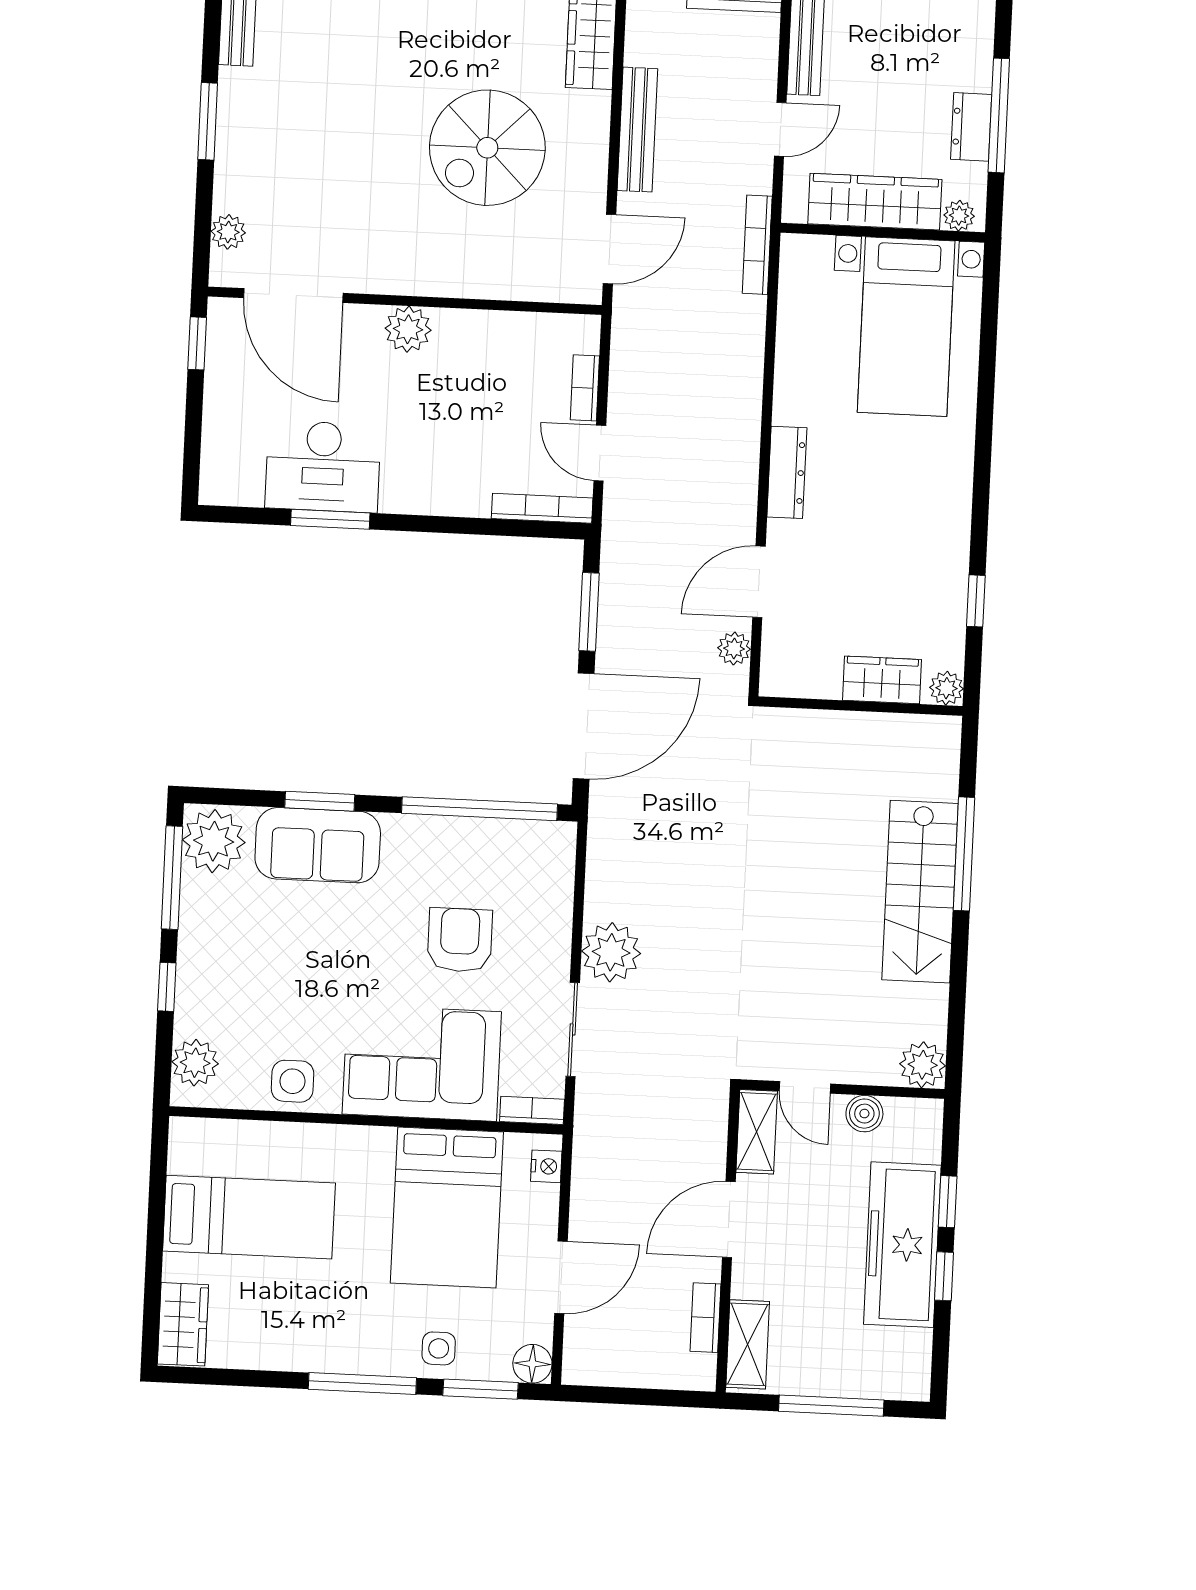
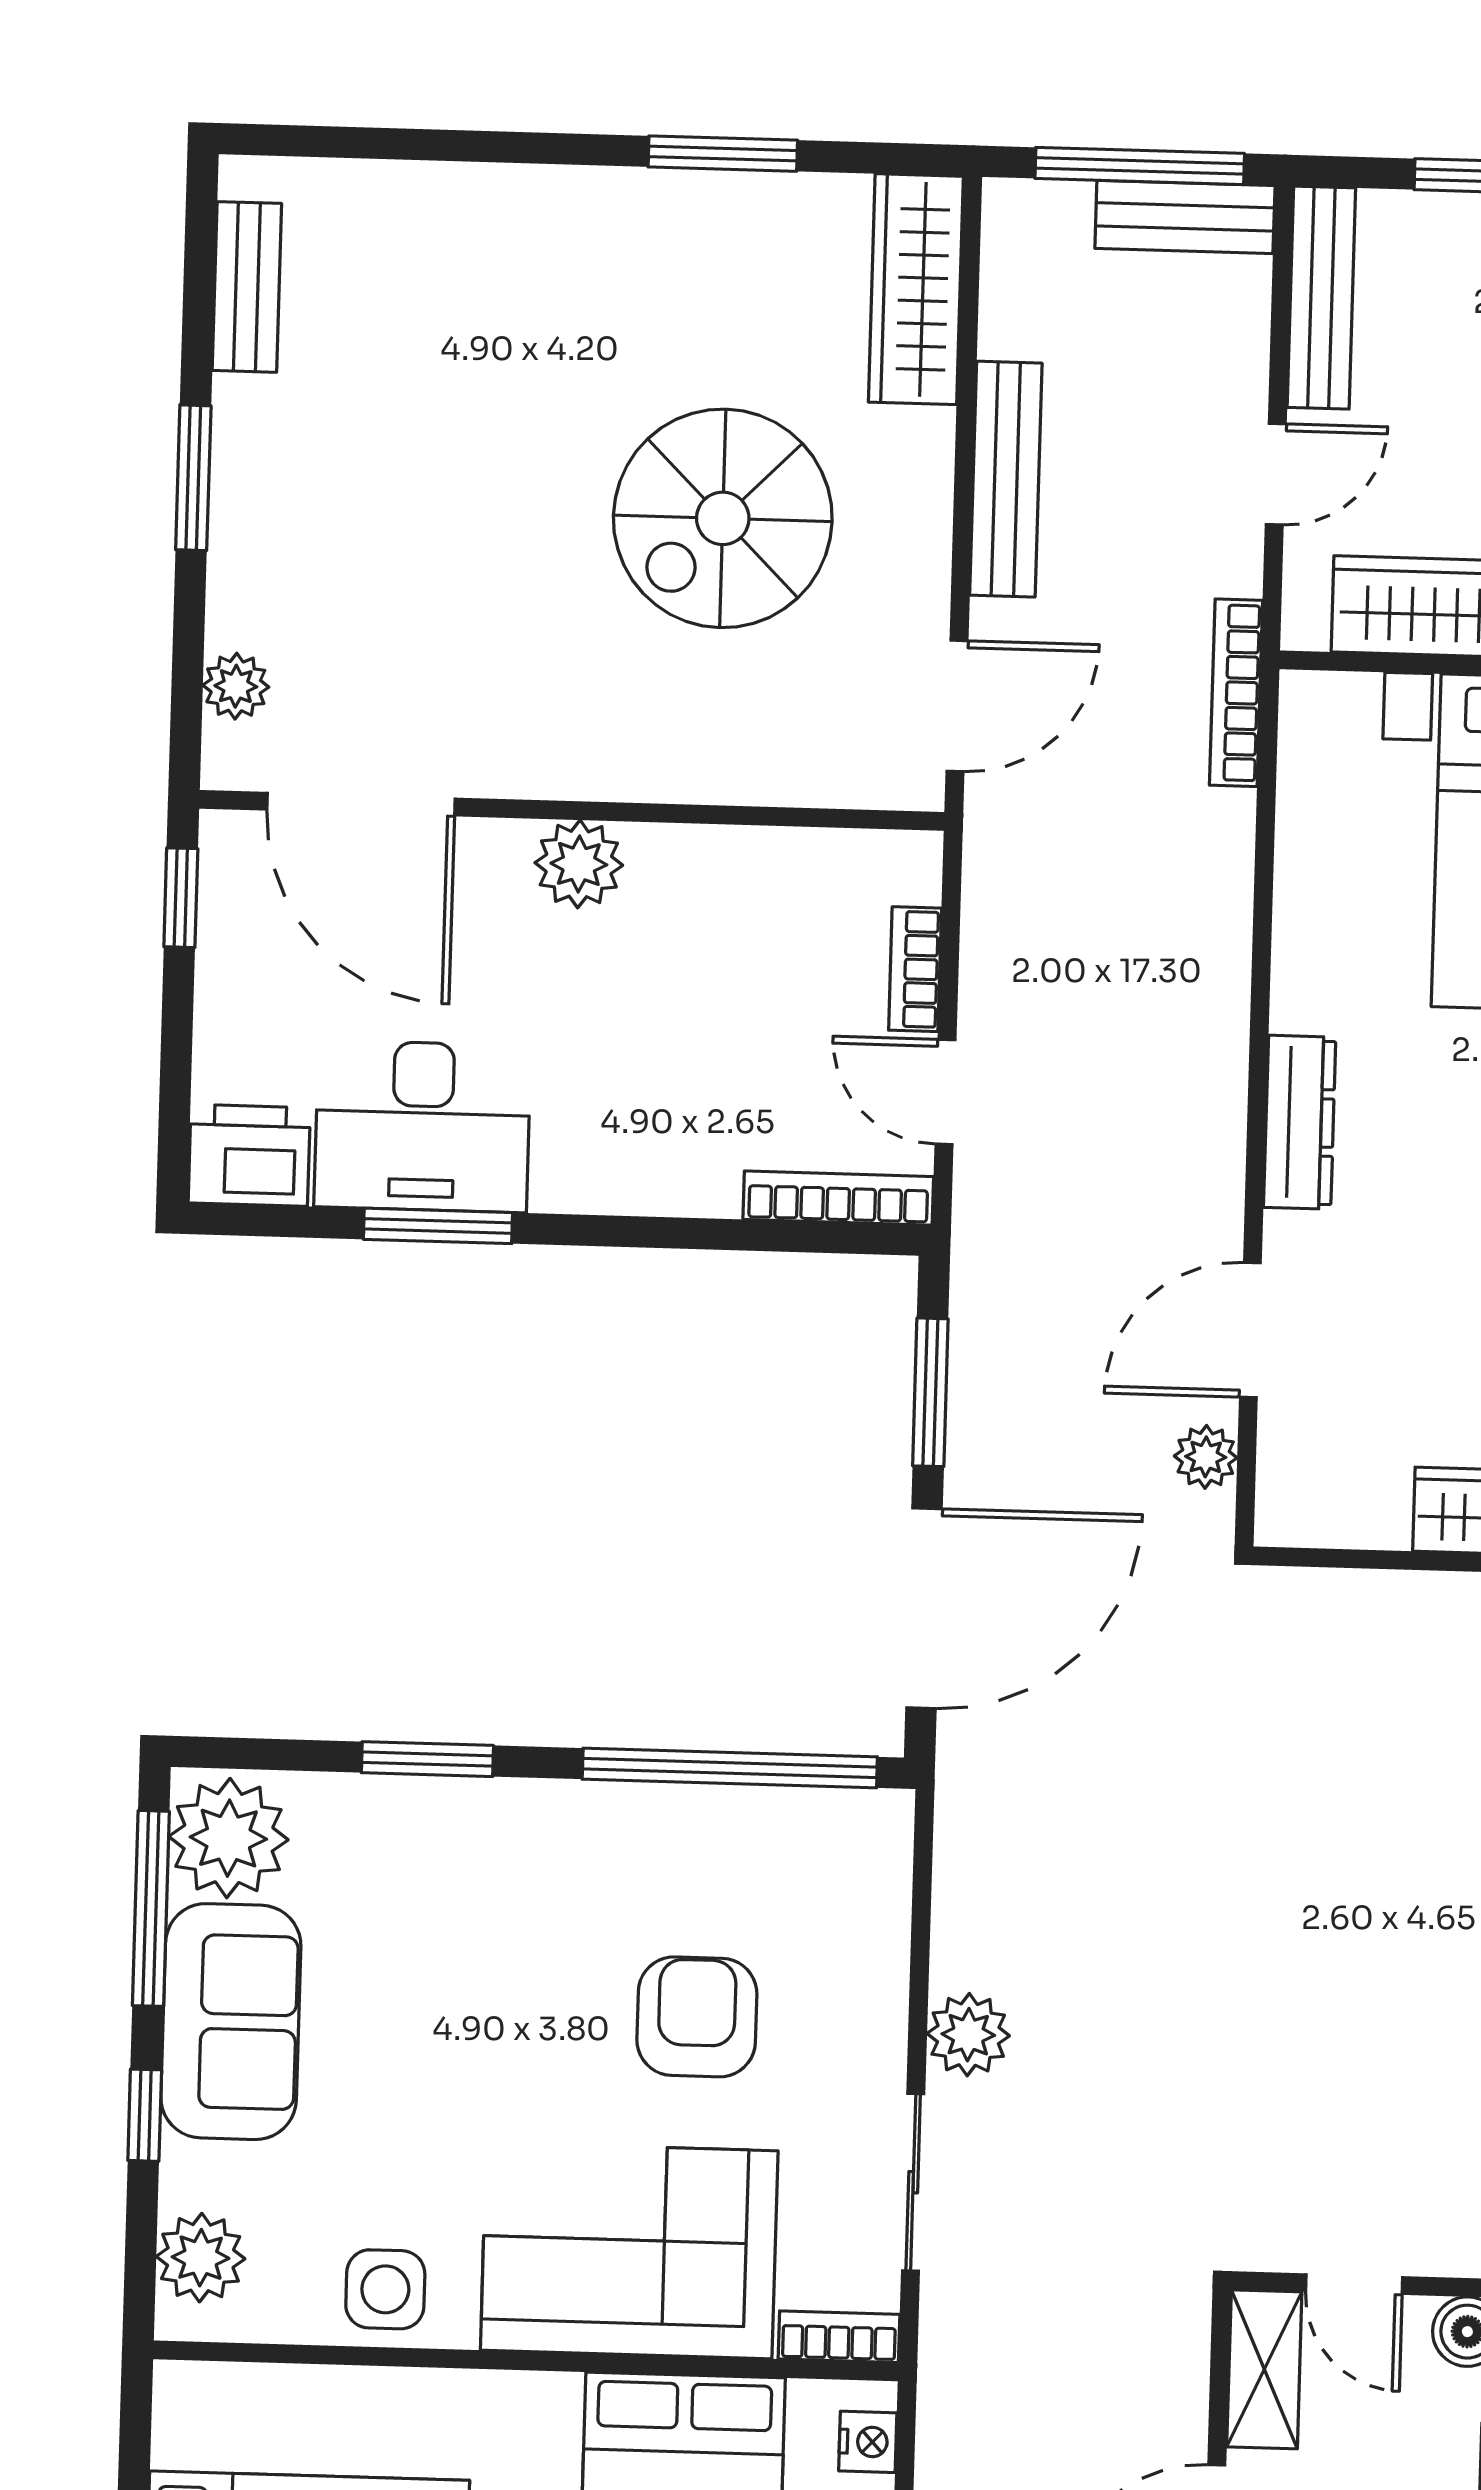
printer: (231, 480) -> (249, 1155), added
sofa: (318, 845) -> (231, 2022), moved, turned -90
plant: (611, 952) -> (968, 2035), width x0.73, depth x0.73

